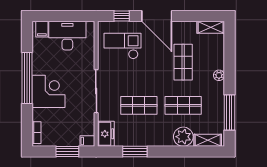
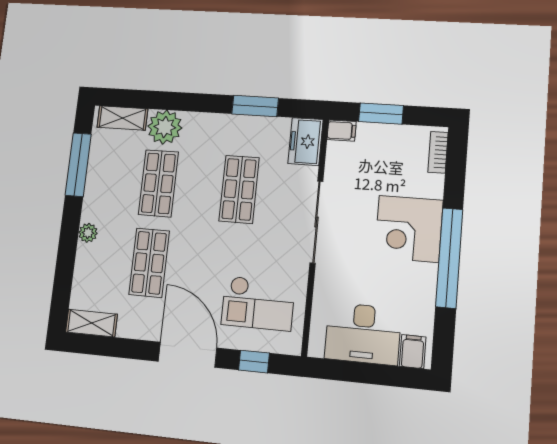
shop shelf: (139, 105) -> (239, 189), turned 90
shop shelf: (183, 105) -> (158, 183), turned 90

